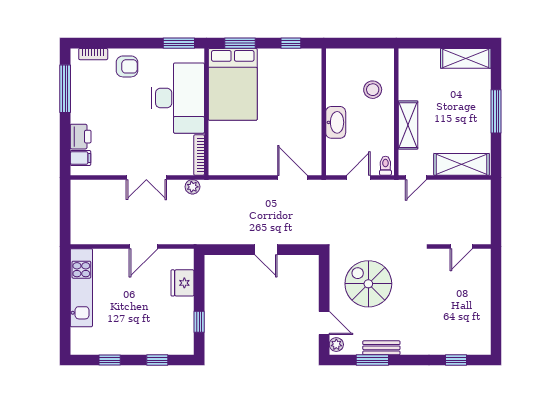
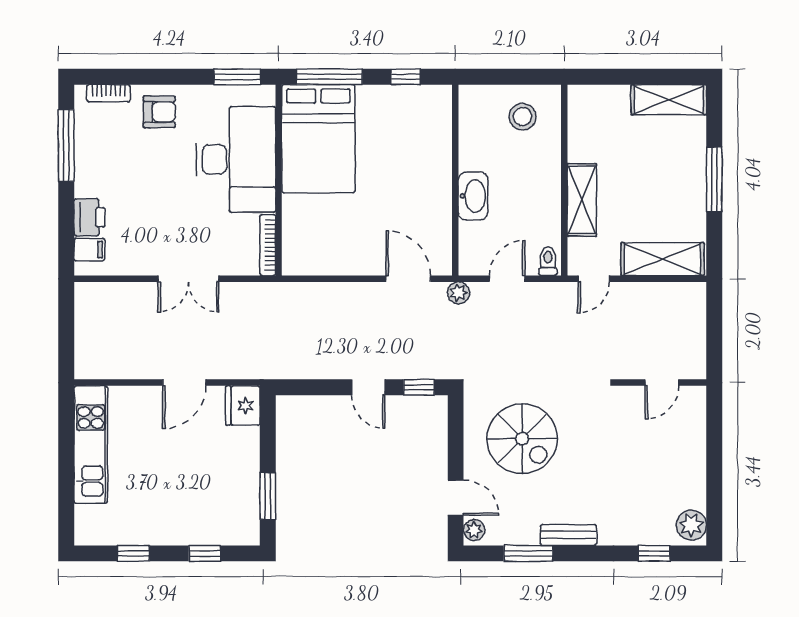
window: (240, 43) -> (329, 77), width x1.44
stool: (373, 90) -> (523, 117), moved
plant: (192, 187) -> (458, 293), moved
window: (300, 250) -> (419, 387), added
fridge: (183, 283) -> (243, 406), moved
spiral stairs: (368, 284) -> (522, 439), turned 180
window: (199, 322) -> (268, 496), width x1.50
plant: (481, 341) -> (691, 525), added
bench: (381, 348) -> (568, 535), moved

